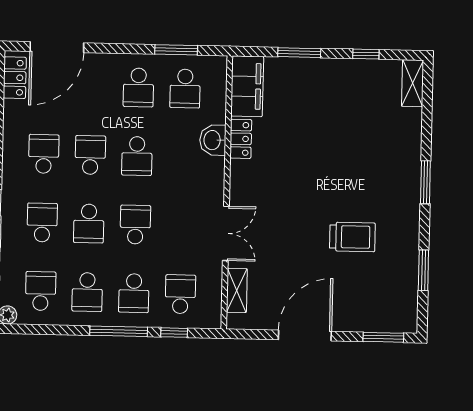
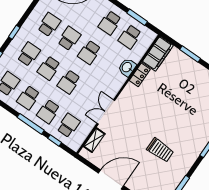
school desk: (135, 225) -> (69, 82), turned 180
double door: (226, 233) -> (106, 112), swing flipped

